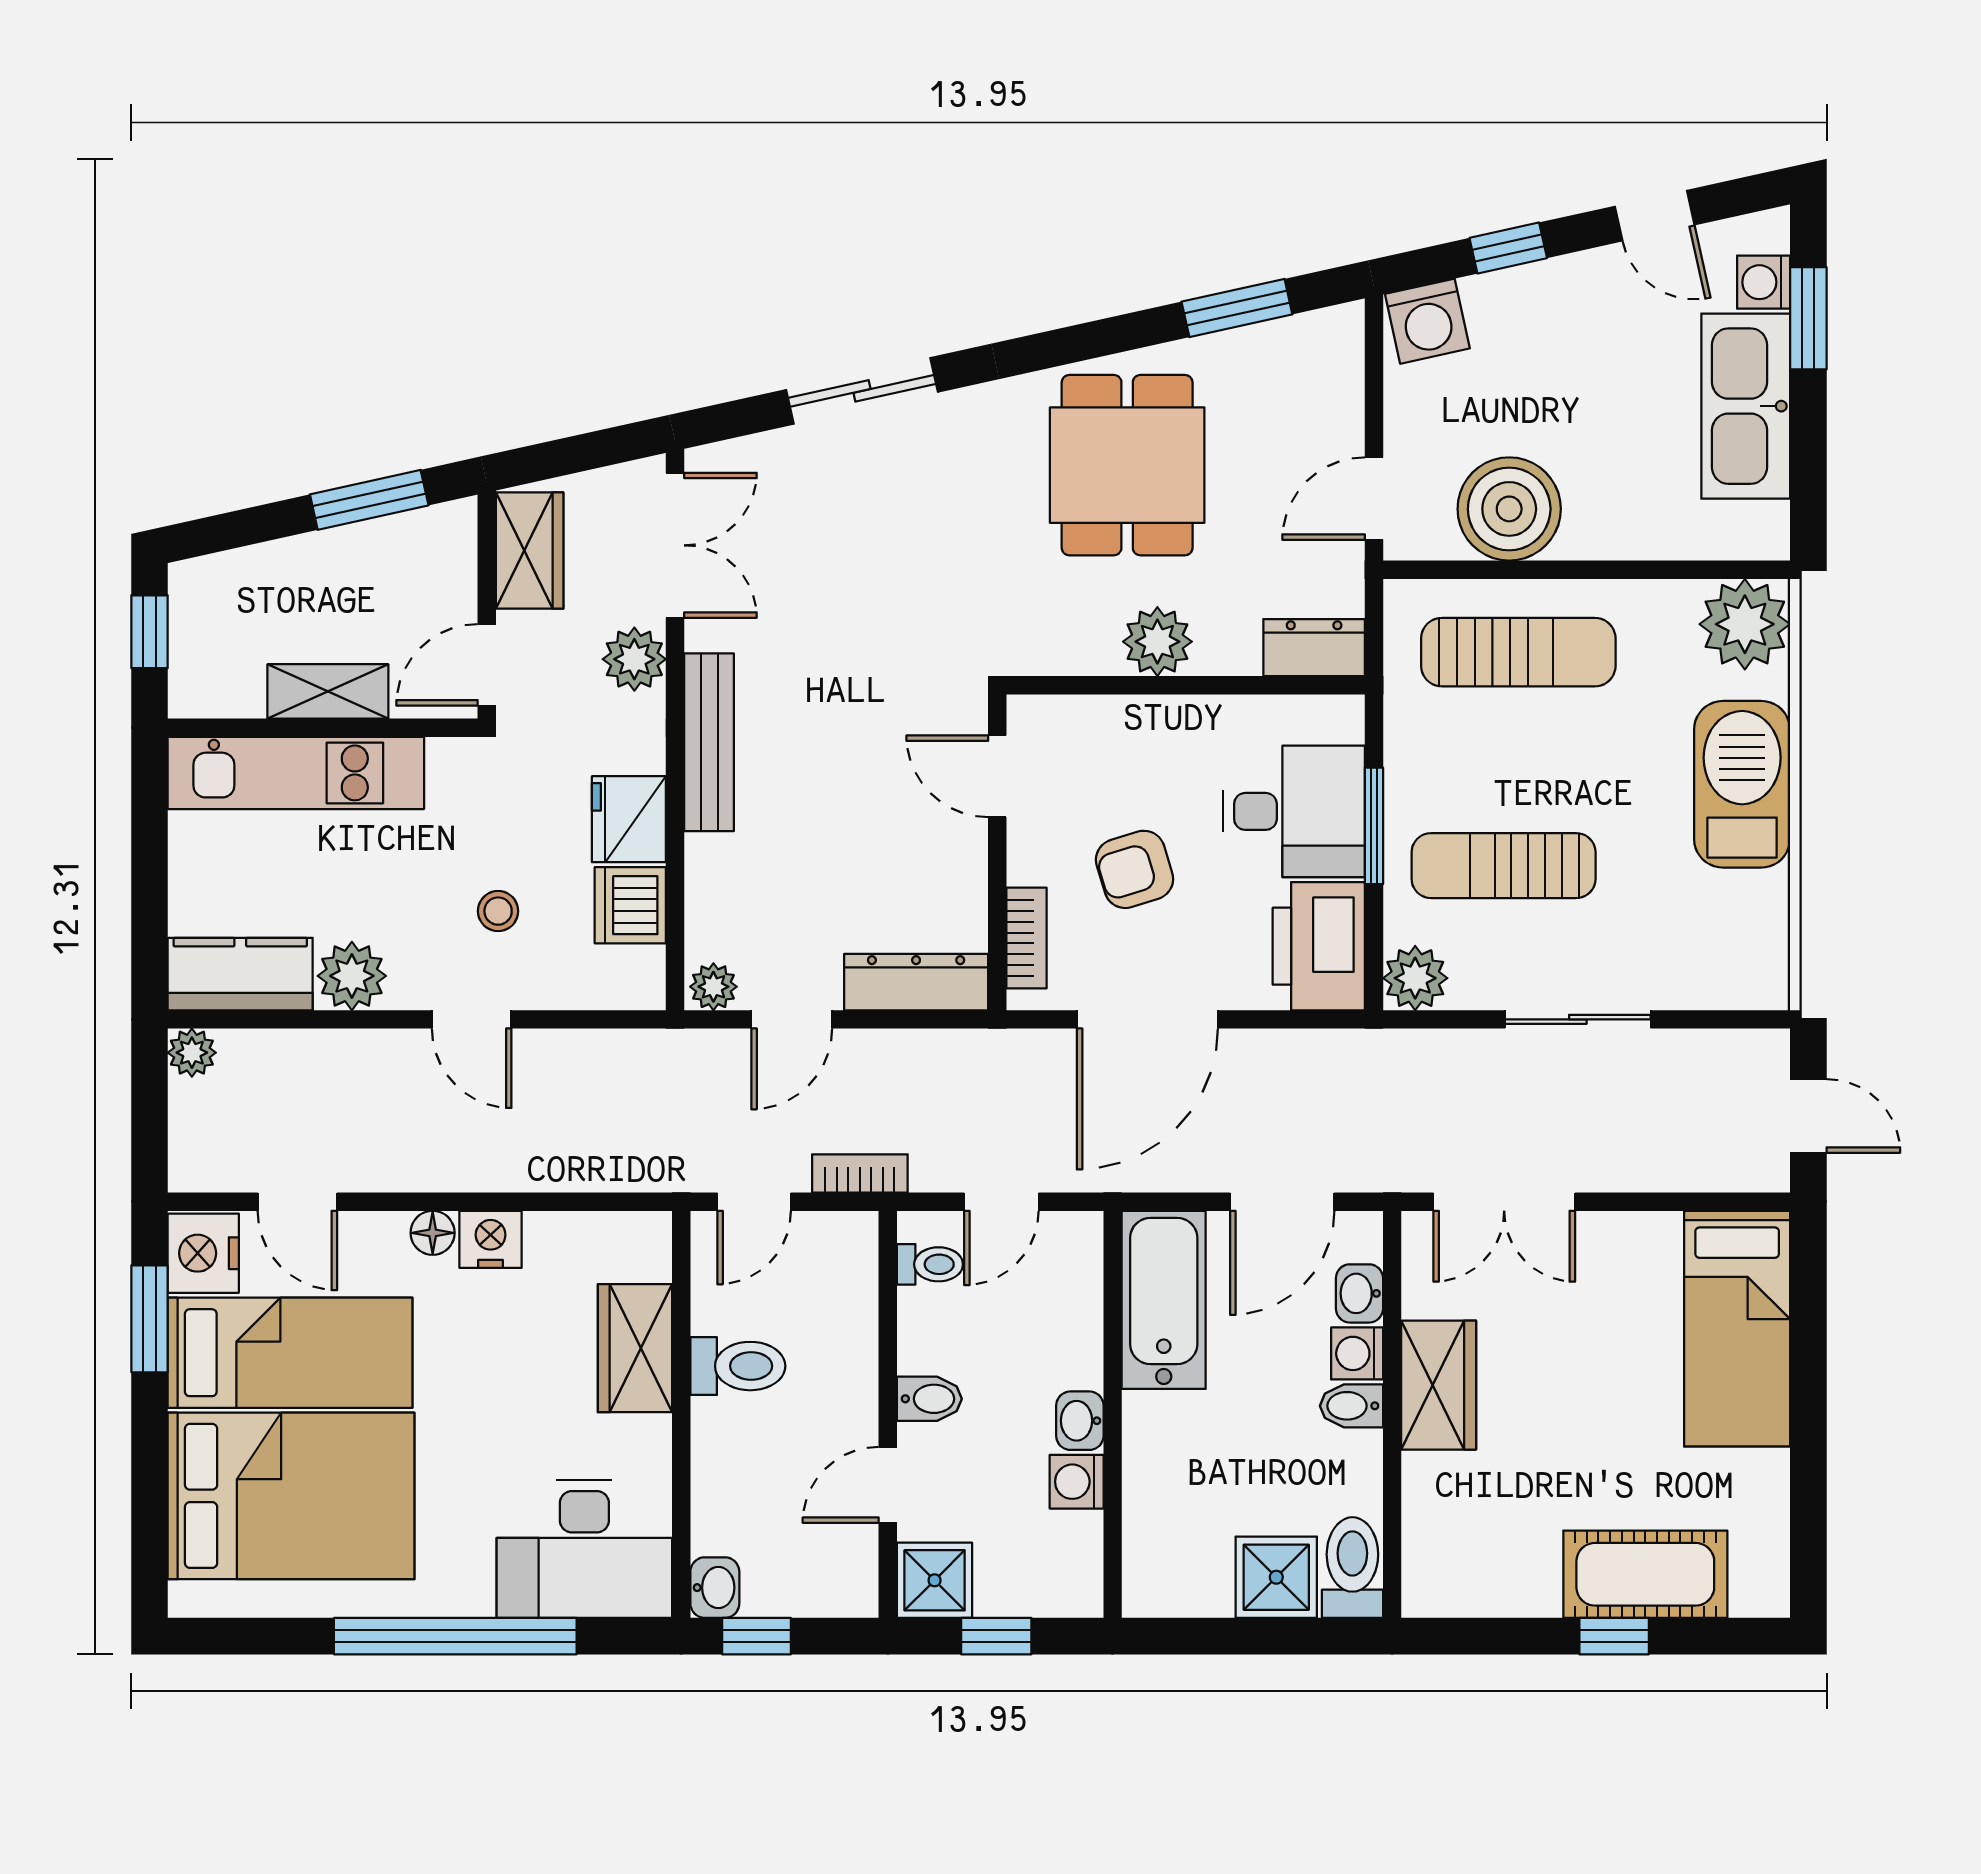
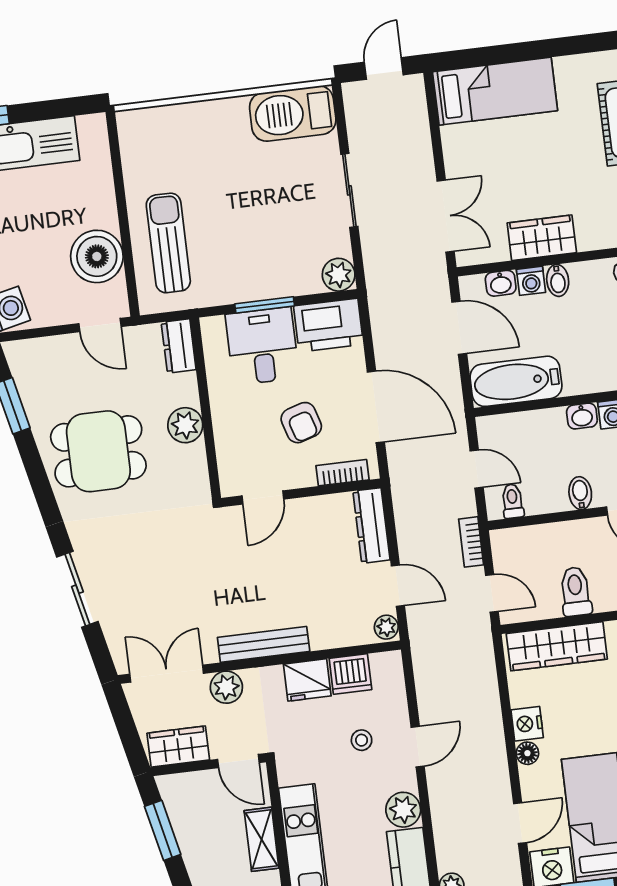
plant: (1745, 624) -> (140, 131), removed
barbecue: (1742, 784) -> (293, 113), moved
sun lounger: (1504, 866) -> (277, 237), removed
wardrobe: (635, 1348) -> (557, 646), width x1.50

